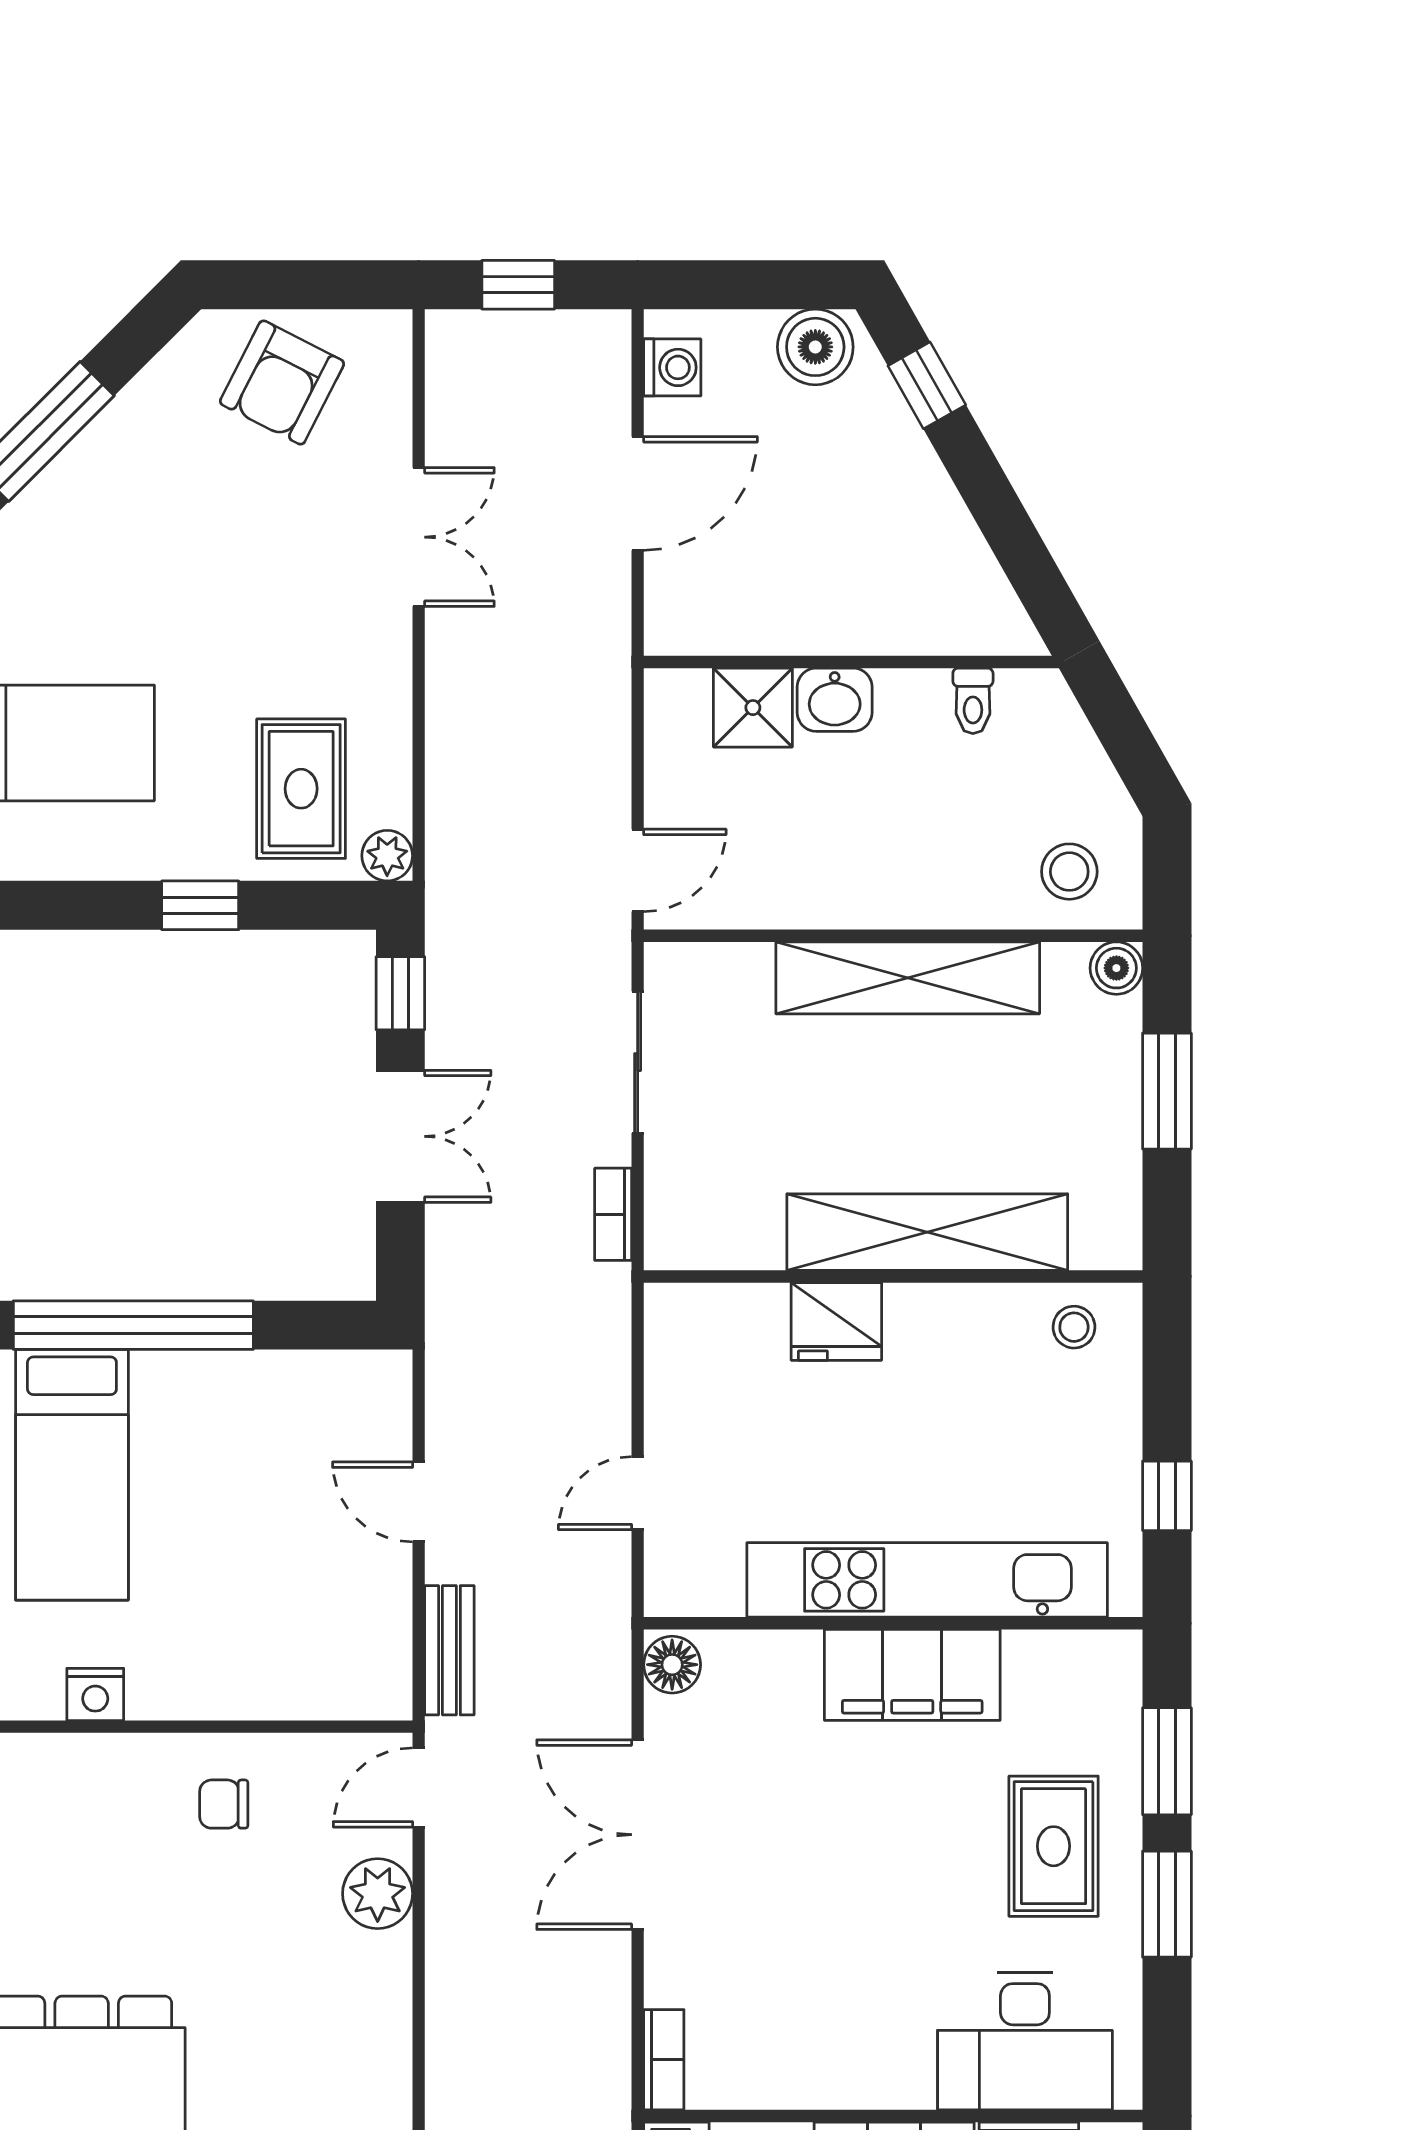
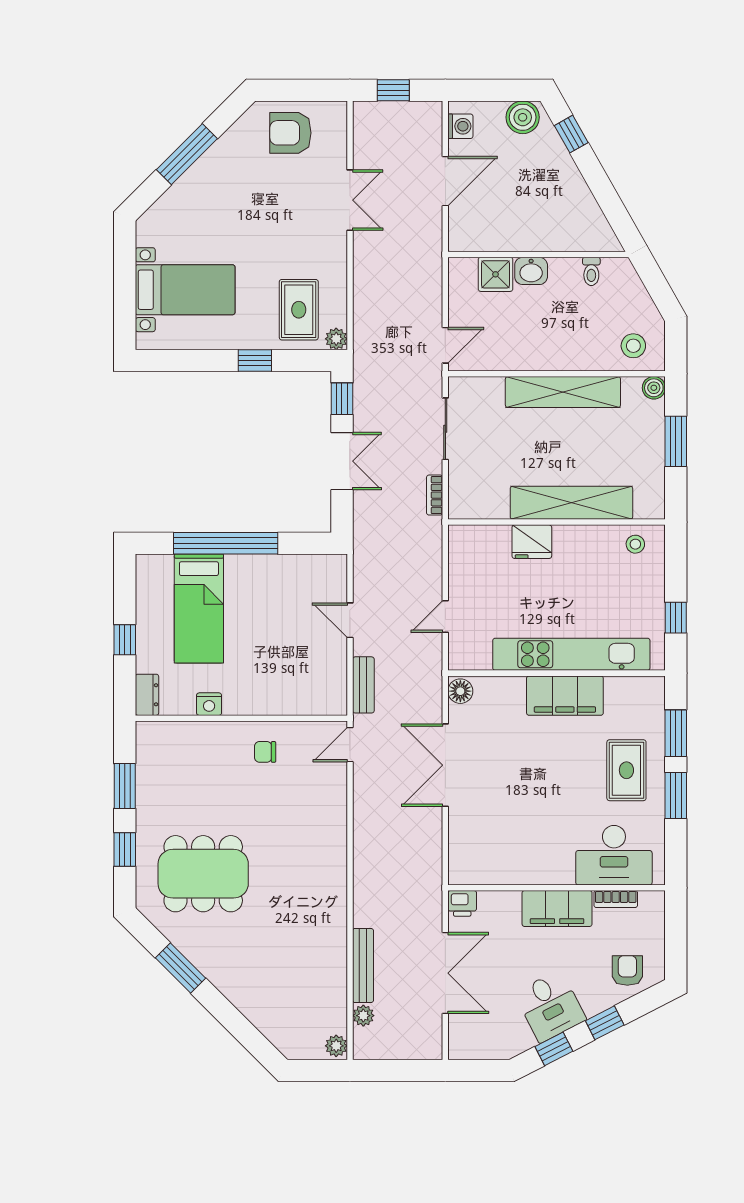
armchair: (282, 383) -> (290, 133), turned 63
plant: (378, 1894) -> (332, 791), removed
bookcase: (664, 2060) -> (457, 863), removed

